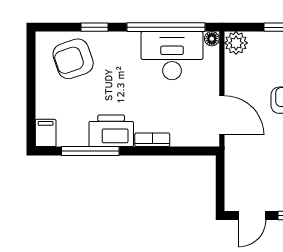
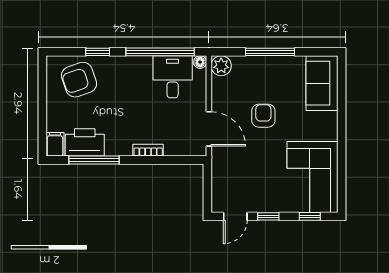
desk: (172, 56) -> (173, 77), width x0.73
printer: (111, 131) -> (85, 142), moved

